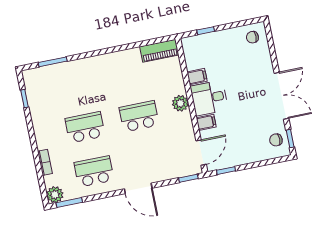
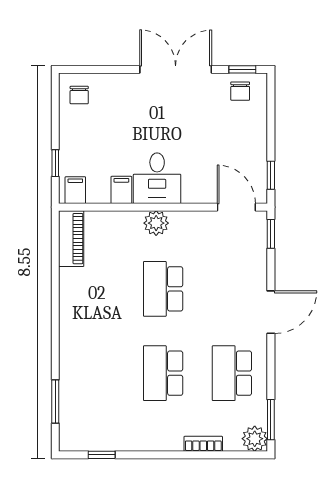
filing cabinet: (206, 122) -> (75, 190), moved

